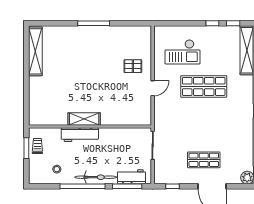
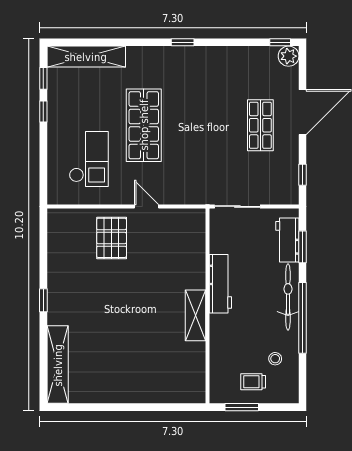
window: (94, 23) -> (43, 300), width x0.46
shelving: (35, 51) -> (58, 365), moved, turned 90
pallet: (133, 66) -> (112, 238), width x1.50, depth x1.42
workbench: (80, 135) -> (220, 284), moved
trolley: (37, 146) -> (253, 382), moved
window: (127, 186) -> (302, 247), width x0.69

